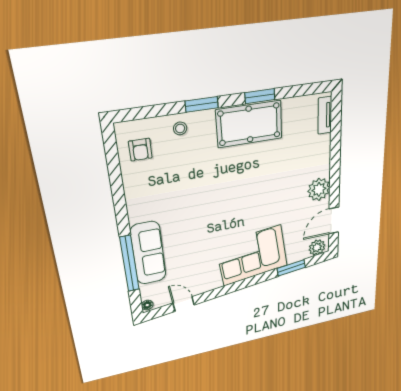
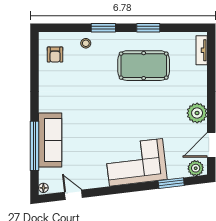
pool table: (249, 124) -> (144, 66), moved

